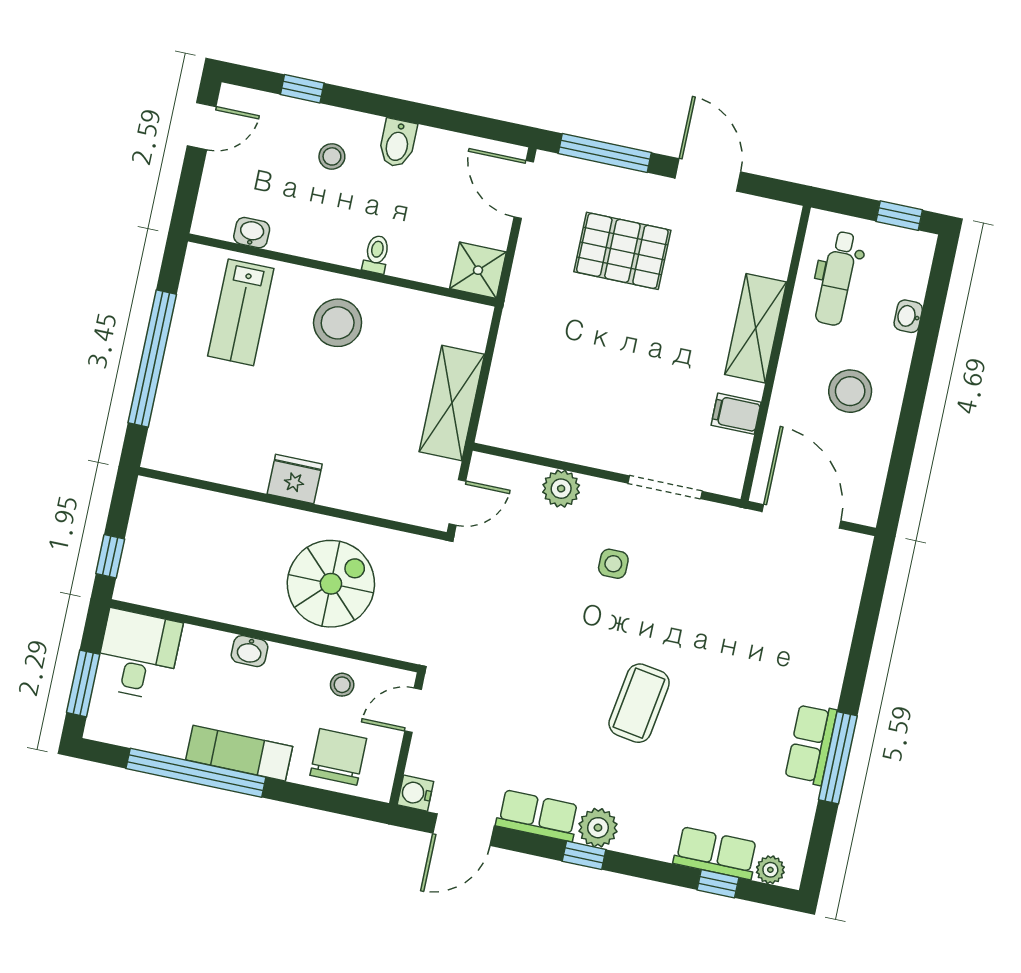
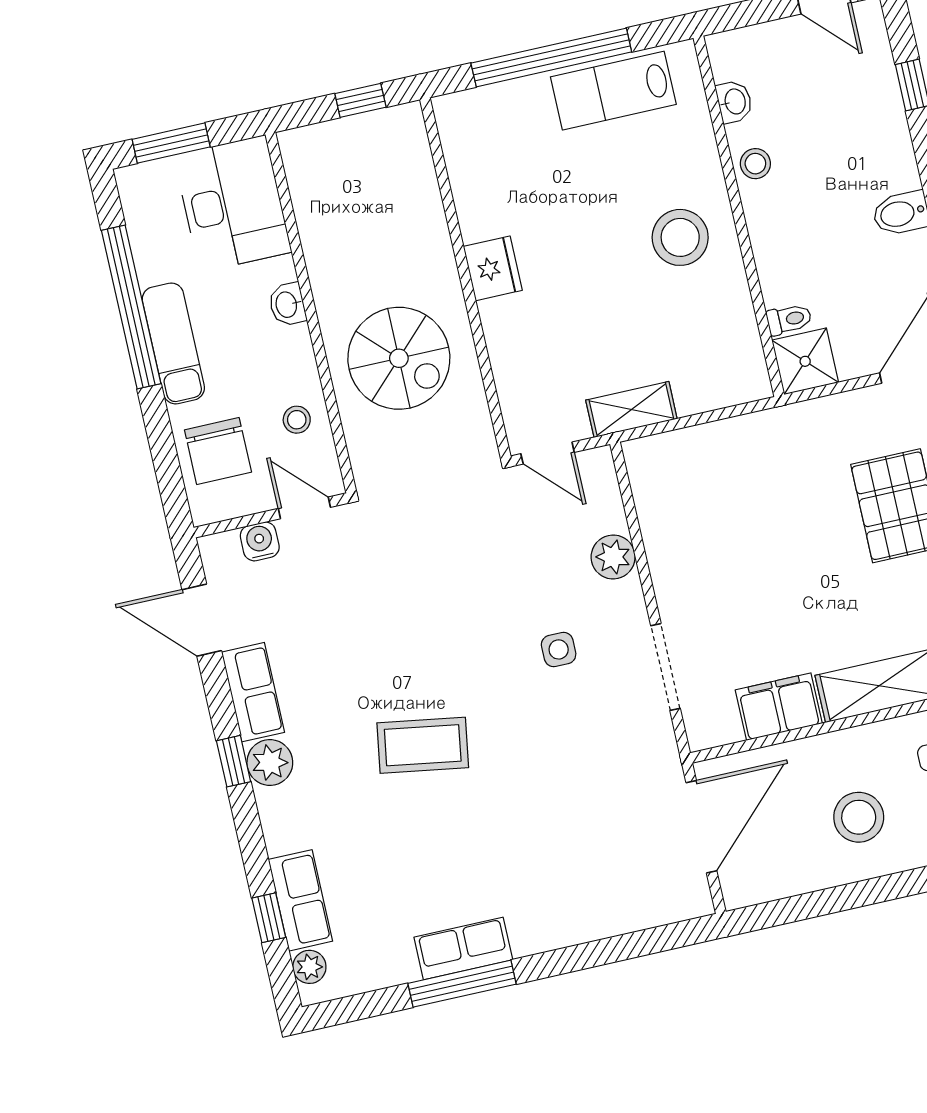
stool: (332, 156) -> (755, 164), moved
toilet: (376, 254) -> (789, 319), moved
lab bench: (241, 312) -> (613, 91), moved
shelving: (452, 403) -> (631, 409), width x0.67, depth x0.75
filing cabinet: (736, 414) -> (779, 707), width x2.00
window: (110, 556) -> (360, 100), moved
desk: (138, 655) -> (233, 204), width x1.37
chair: (338, 757) -> (218, 451), turned 90
water cooler: (415, 793) -> (260, 541), moved

